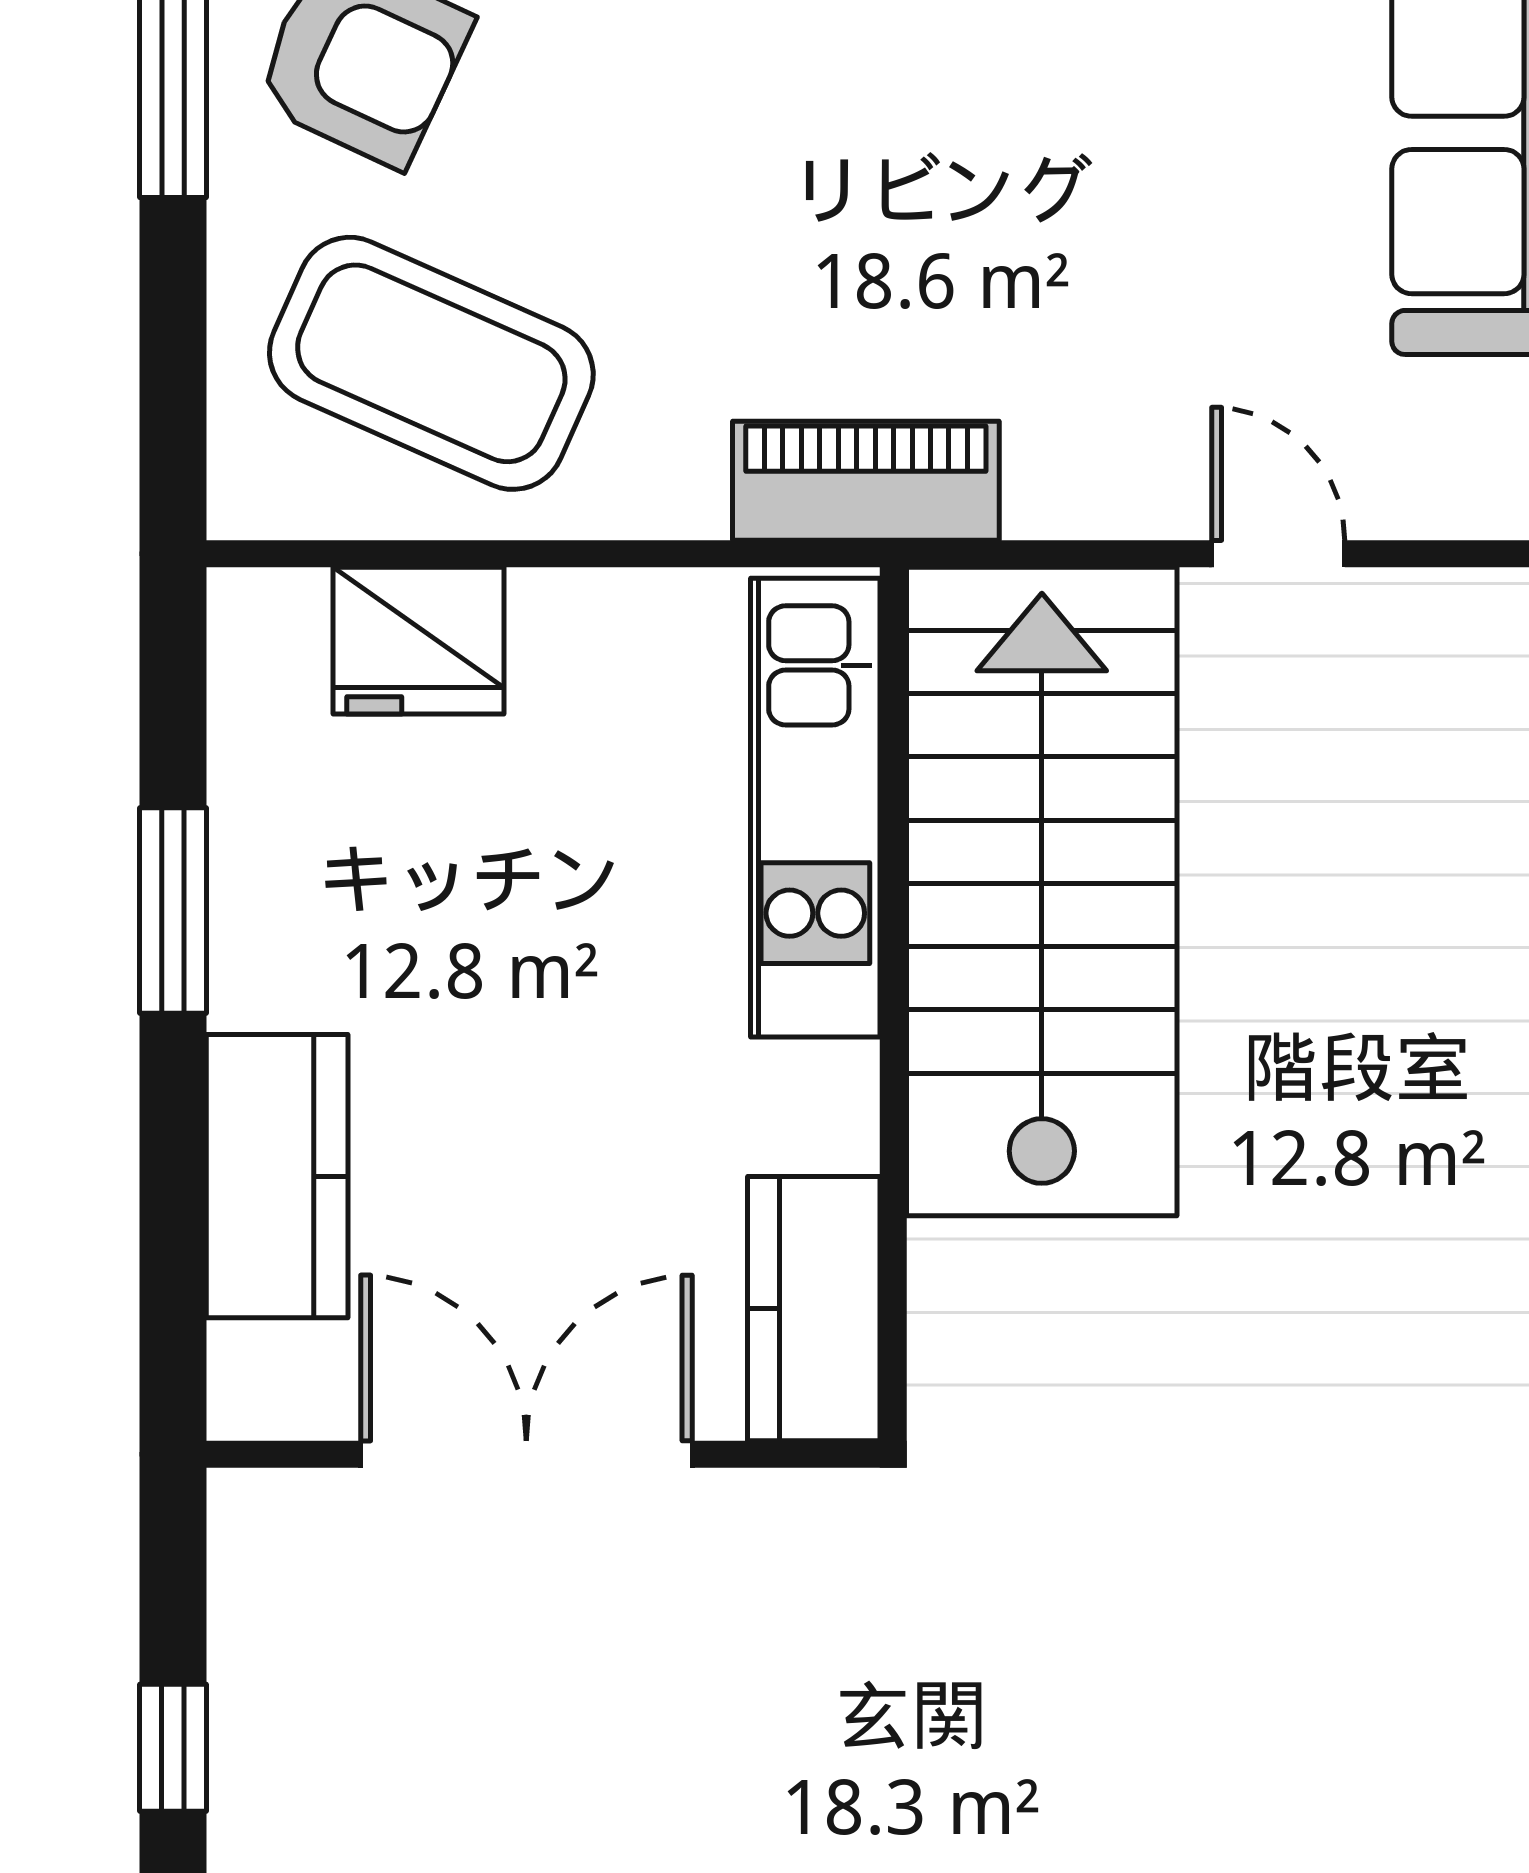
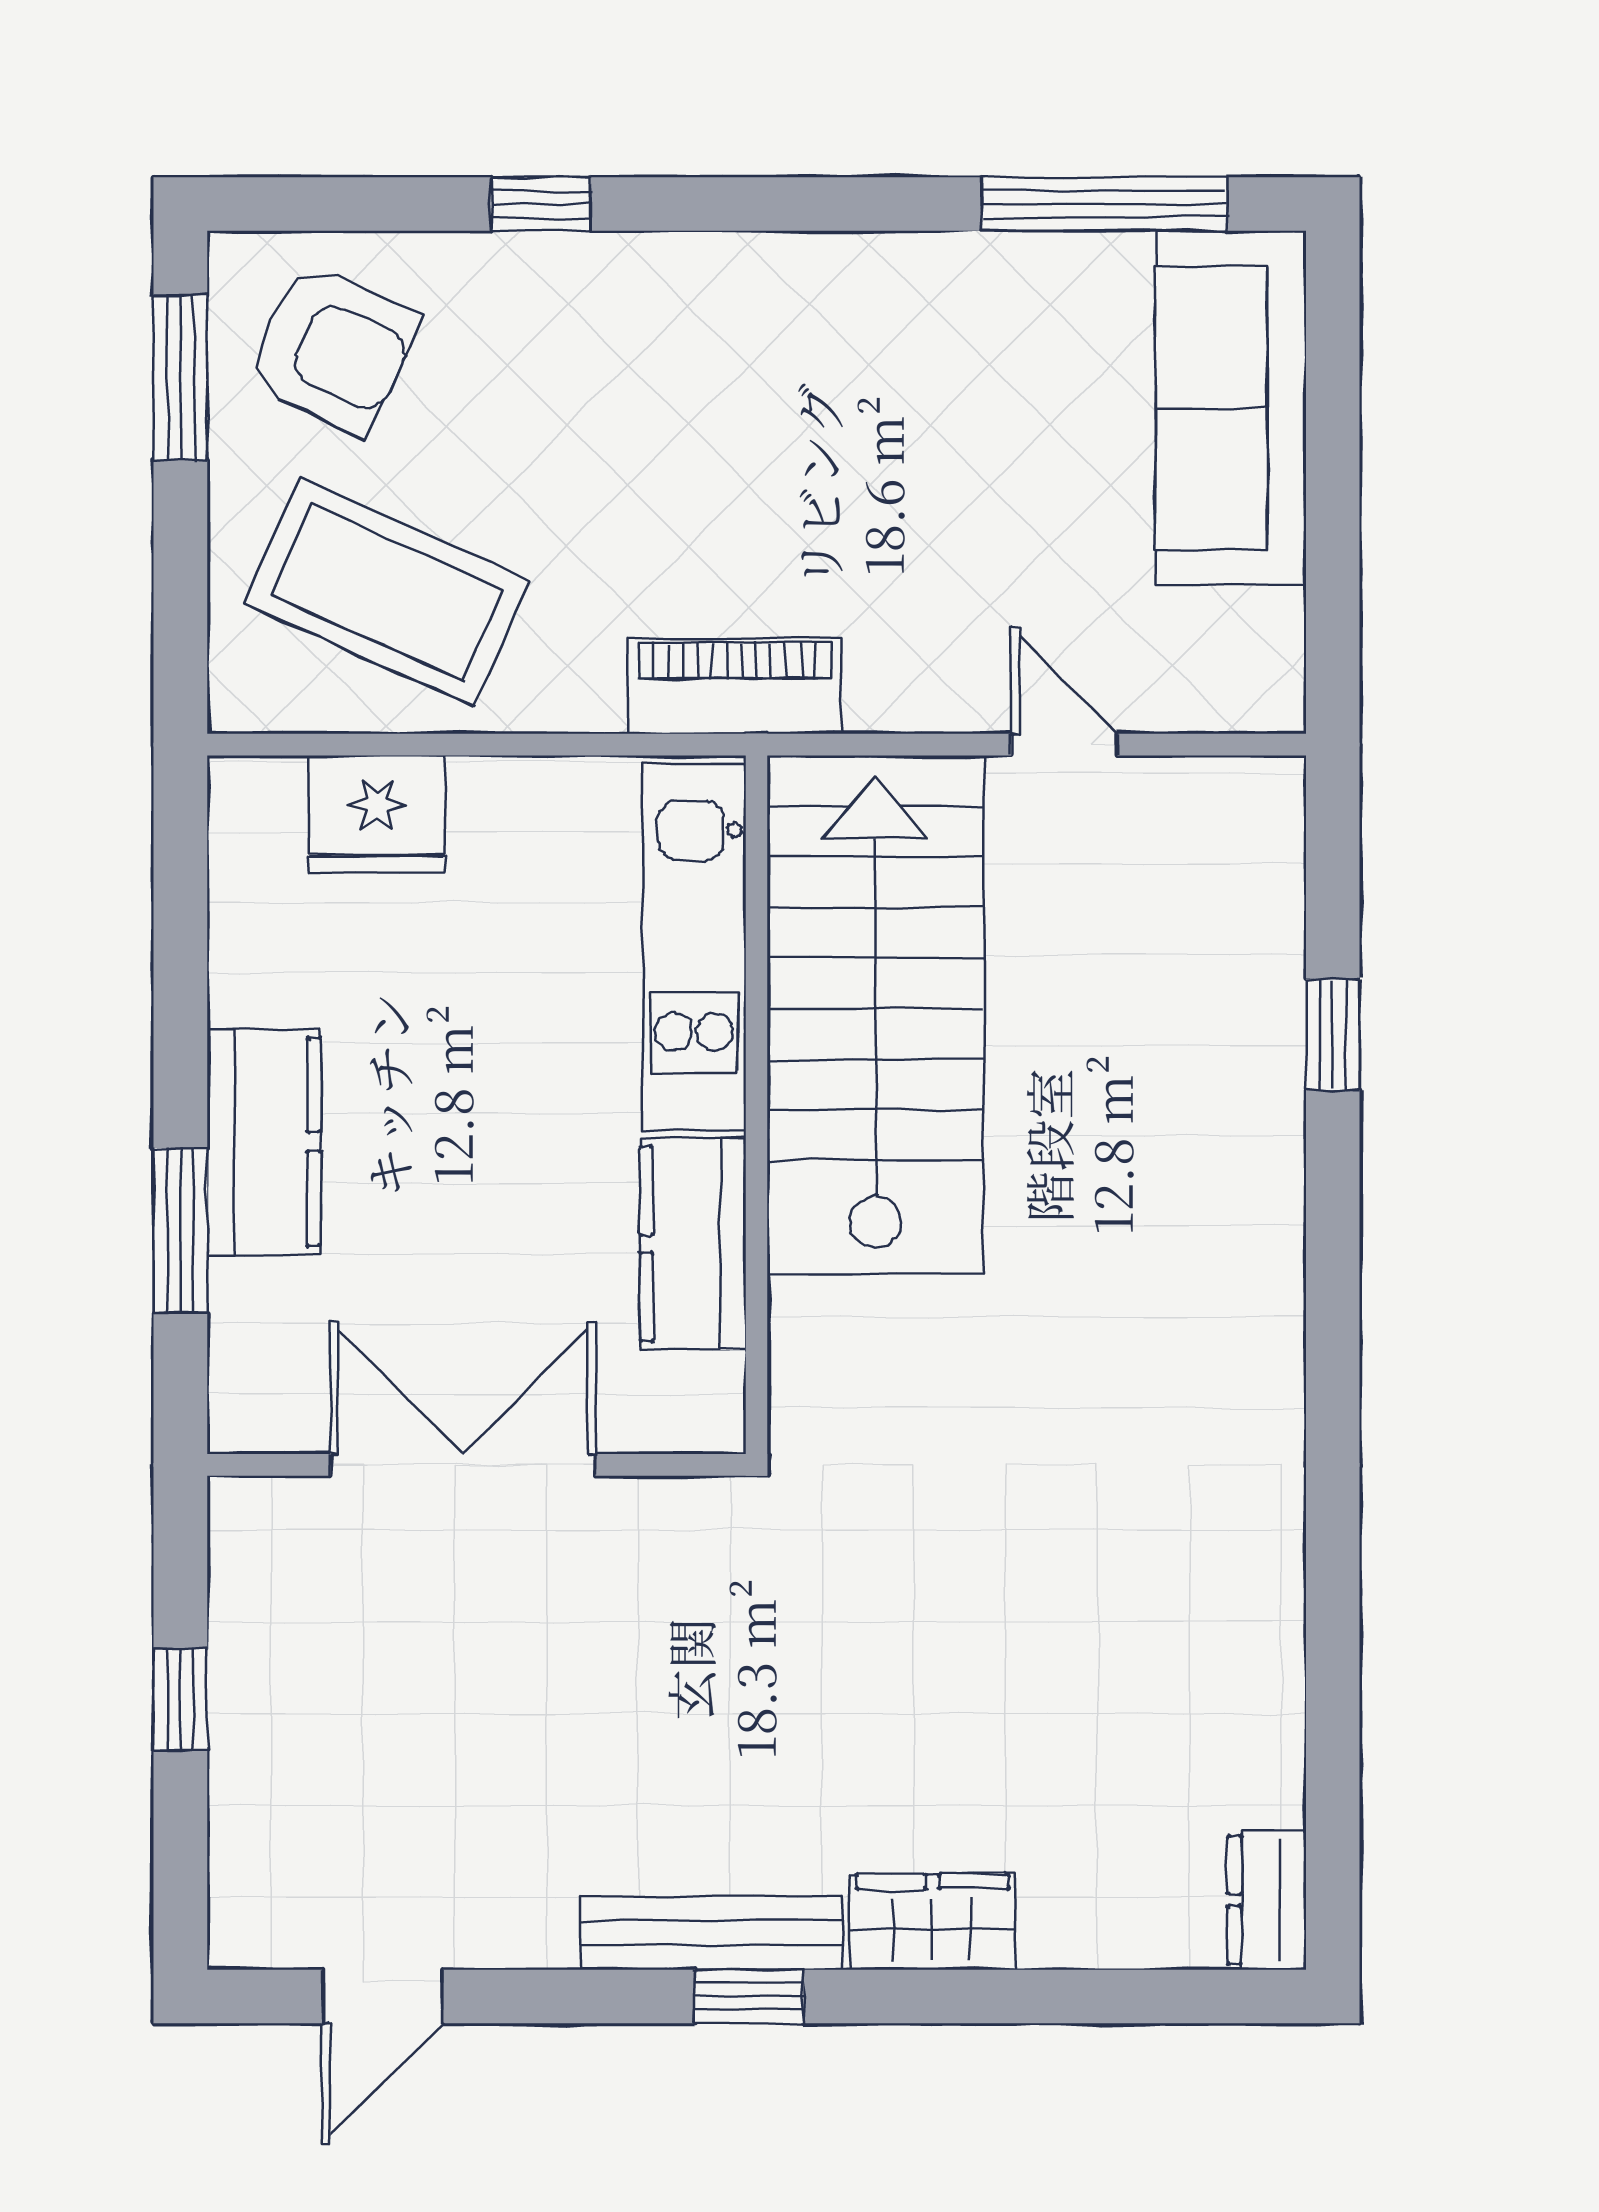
window: (173, 911) -> (180, 1231), moved
kitchen counter: (277, 1176) -> (264, 1142), moved
kitchen counter: (814, 1309) -> (693, 1244), moved

